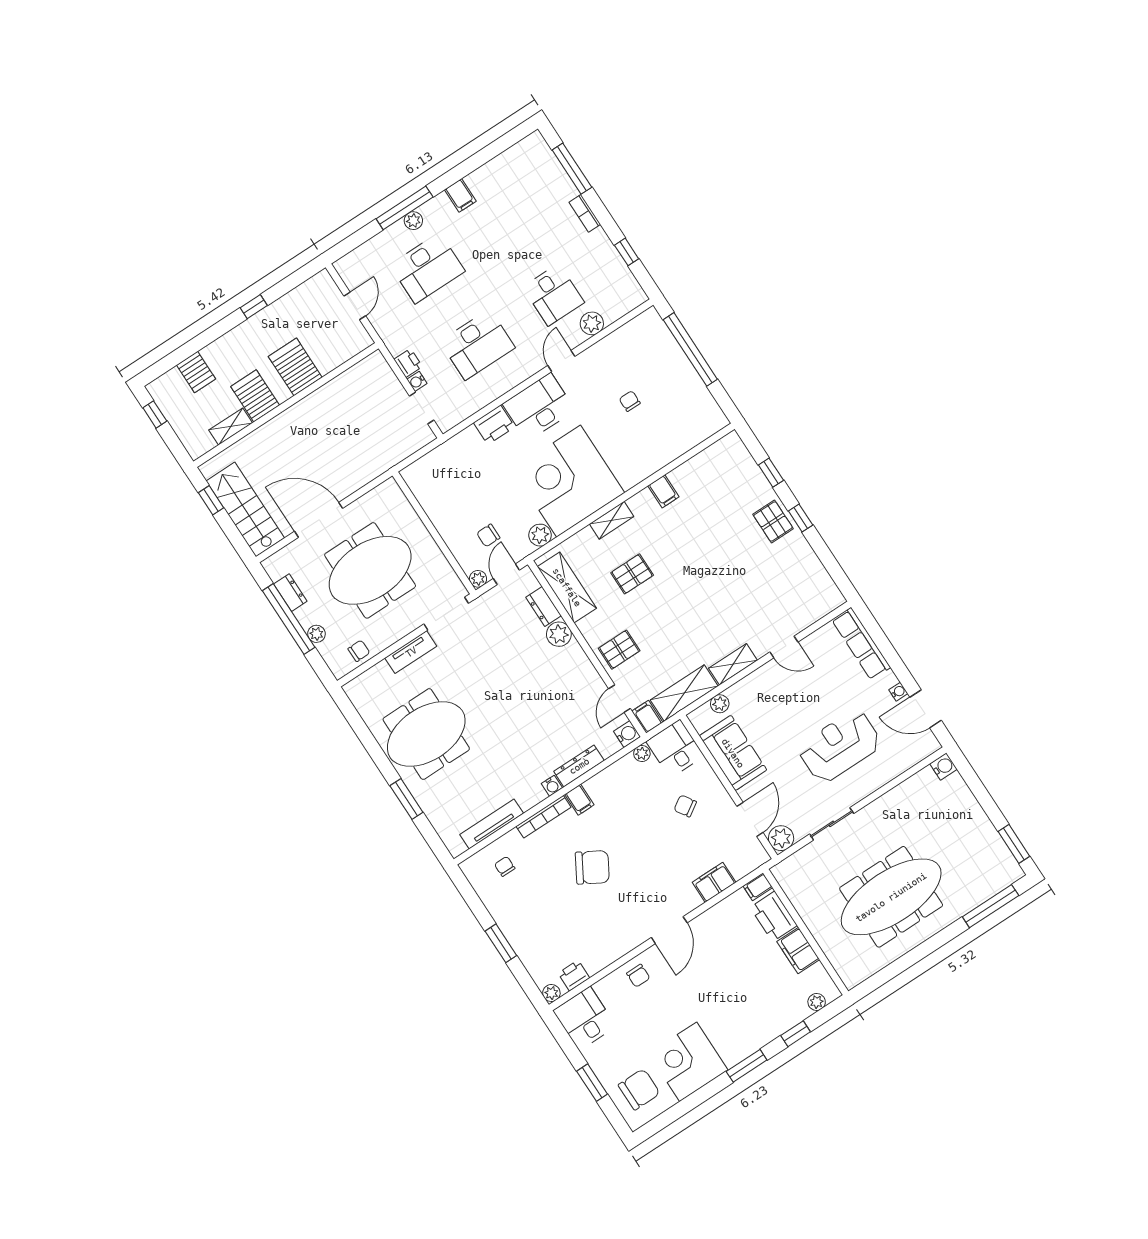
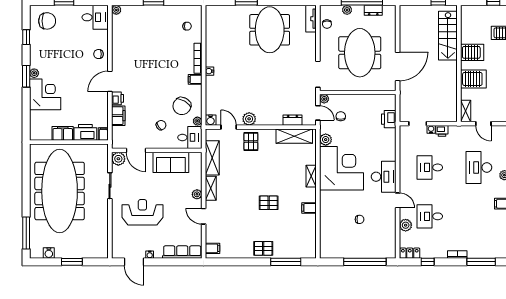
locker: (631, 288) -> (410, 253), added
desk: (477, 345) -> (430, 167), width x0.73
printer: (494, 425) -> (389, 119), moved
shelving: (231, 426) -> (466, 111), moved
window: (771, 473) -> (286, 262), width x2.17
stairs: (245, 509) -> (448, 36), moved, turned 90
window: (801, 518) -> (257, 262), removed
door: (319, 520) -> (398, 66), moved
pallet: (632, 574) -> (269, 203), moved, turned 90
plant: (559, 634) -> (249, 119), moved
door: (784, 647) -> (204, 216), hinge flipped
tv unit: (411, 652) -> (311, 19), moved
plant: (720, 704) -> (197, 194), moved
door: (926, 709) -> (134, 262), swing flipped
filing cabinet: (647, 717) -> (212, 248), moved
reception desk: (840, 746) -> (142, 212), turned -90
dresser: (579, 766) -> (210, 89), removed
water cooler: (944, 766) -> (49, 253), moved
tv unit: (492, 824) -> (210, 33), removed
window: (1014, 844) -> (72, 262), moved
chair: (592, 867) -> (182, 106), moved
meeting table: (891, 897) -> (60, 191), width x1.36, depth x1.27
door: (669, 930) -> (110, 81), hinge flipped
printer: (574, 976) -> (118, 98), moved
plant: (817, 1002) -> (34, 73), moved
window: (796, 1034) -> (26, 37), moved
corner desk: (688, 1062) -> (45, 94), moved
chair: (639, 1089) -> (47, 21), turned -90

